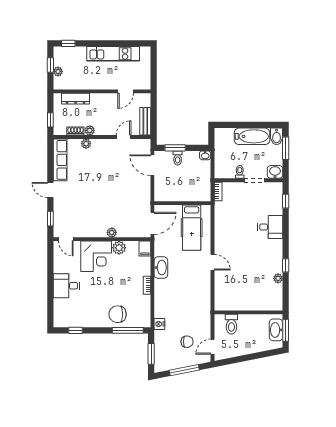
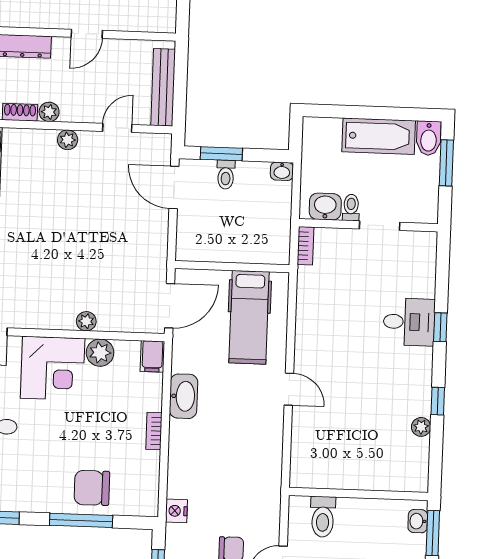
door: (126, 91) -> (87, 34), moved
bench: (145, 121) -> (163, 87), width x1.36
plant: (86, 144) -> (68, 140), moved
washbasin: (275, 172) -> (325, 207), moved
window: (286, 201) -> (440, 327), moved
window: (128, 330) -> (81, 520), moved
washbasin: (276, 330) -> (418, 521), width x0.52, depth x0.69

